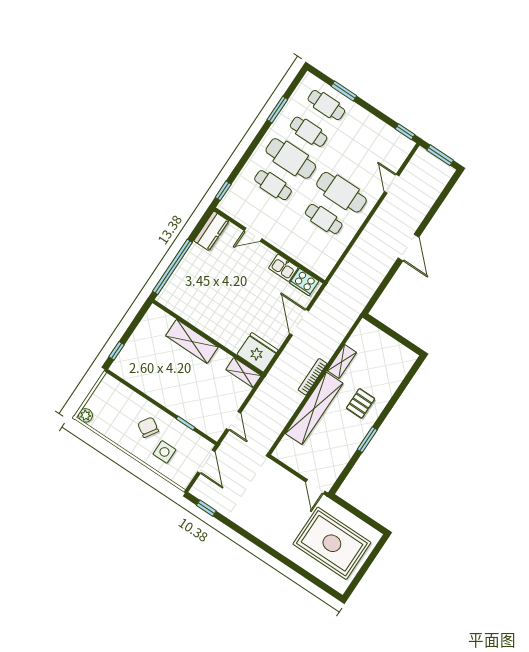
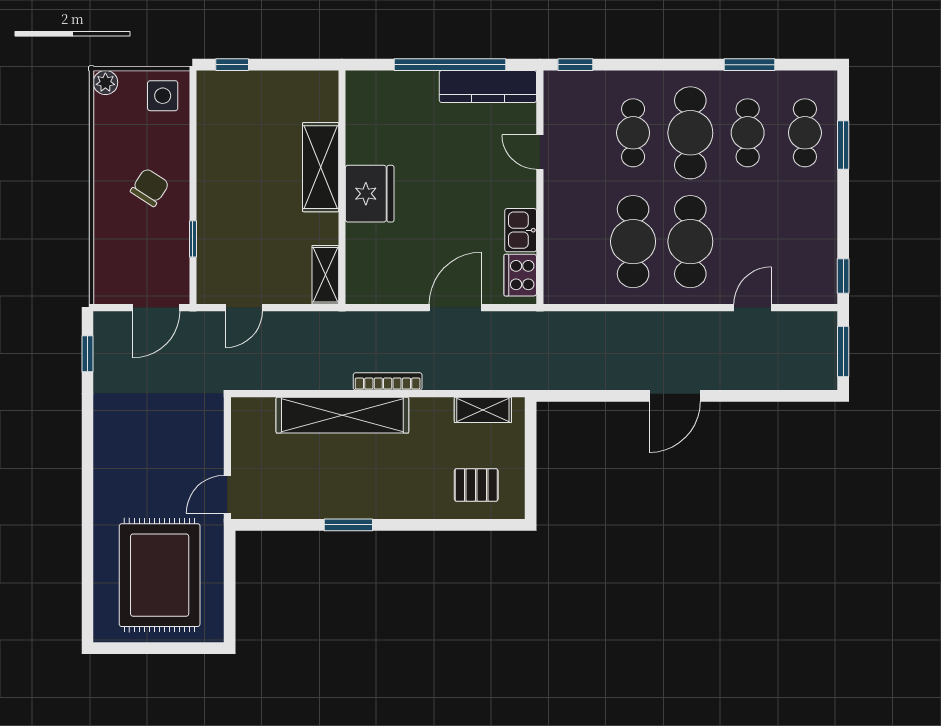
cafe table: (324, 219) -> (633, 242), width x1.37, depth x1.35
kitchen counter: (211, 231) -> (488, 86), width x1.50
window: (172, 267) -> (450, 65), moved
fridge: (258, 352) -> (370, 194), moved
shelving: (342, 362) -> (483, 410), moved
pallet: (361, 403) -> (476, 485), moved
side table: (164, 452) -> (163, 96), moved

